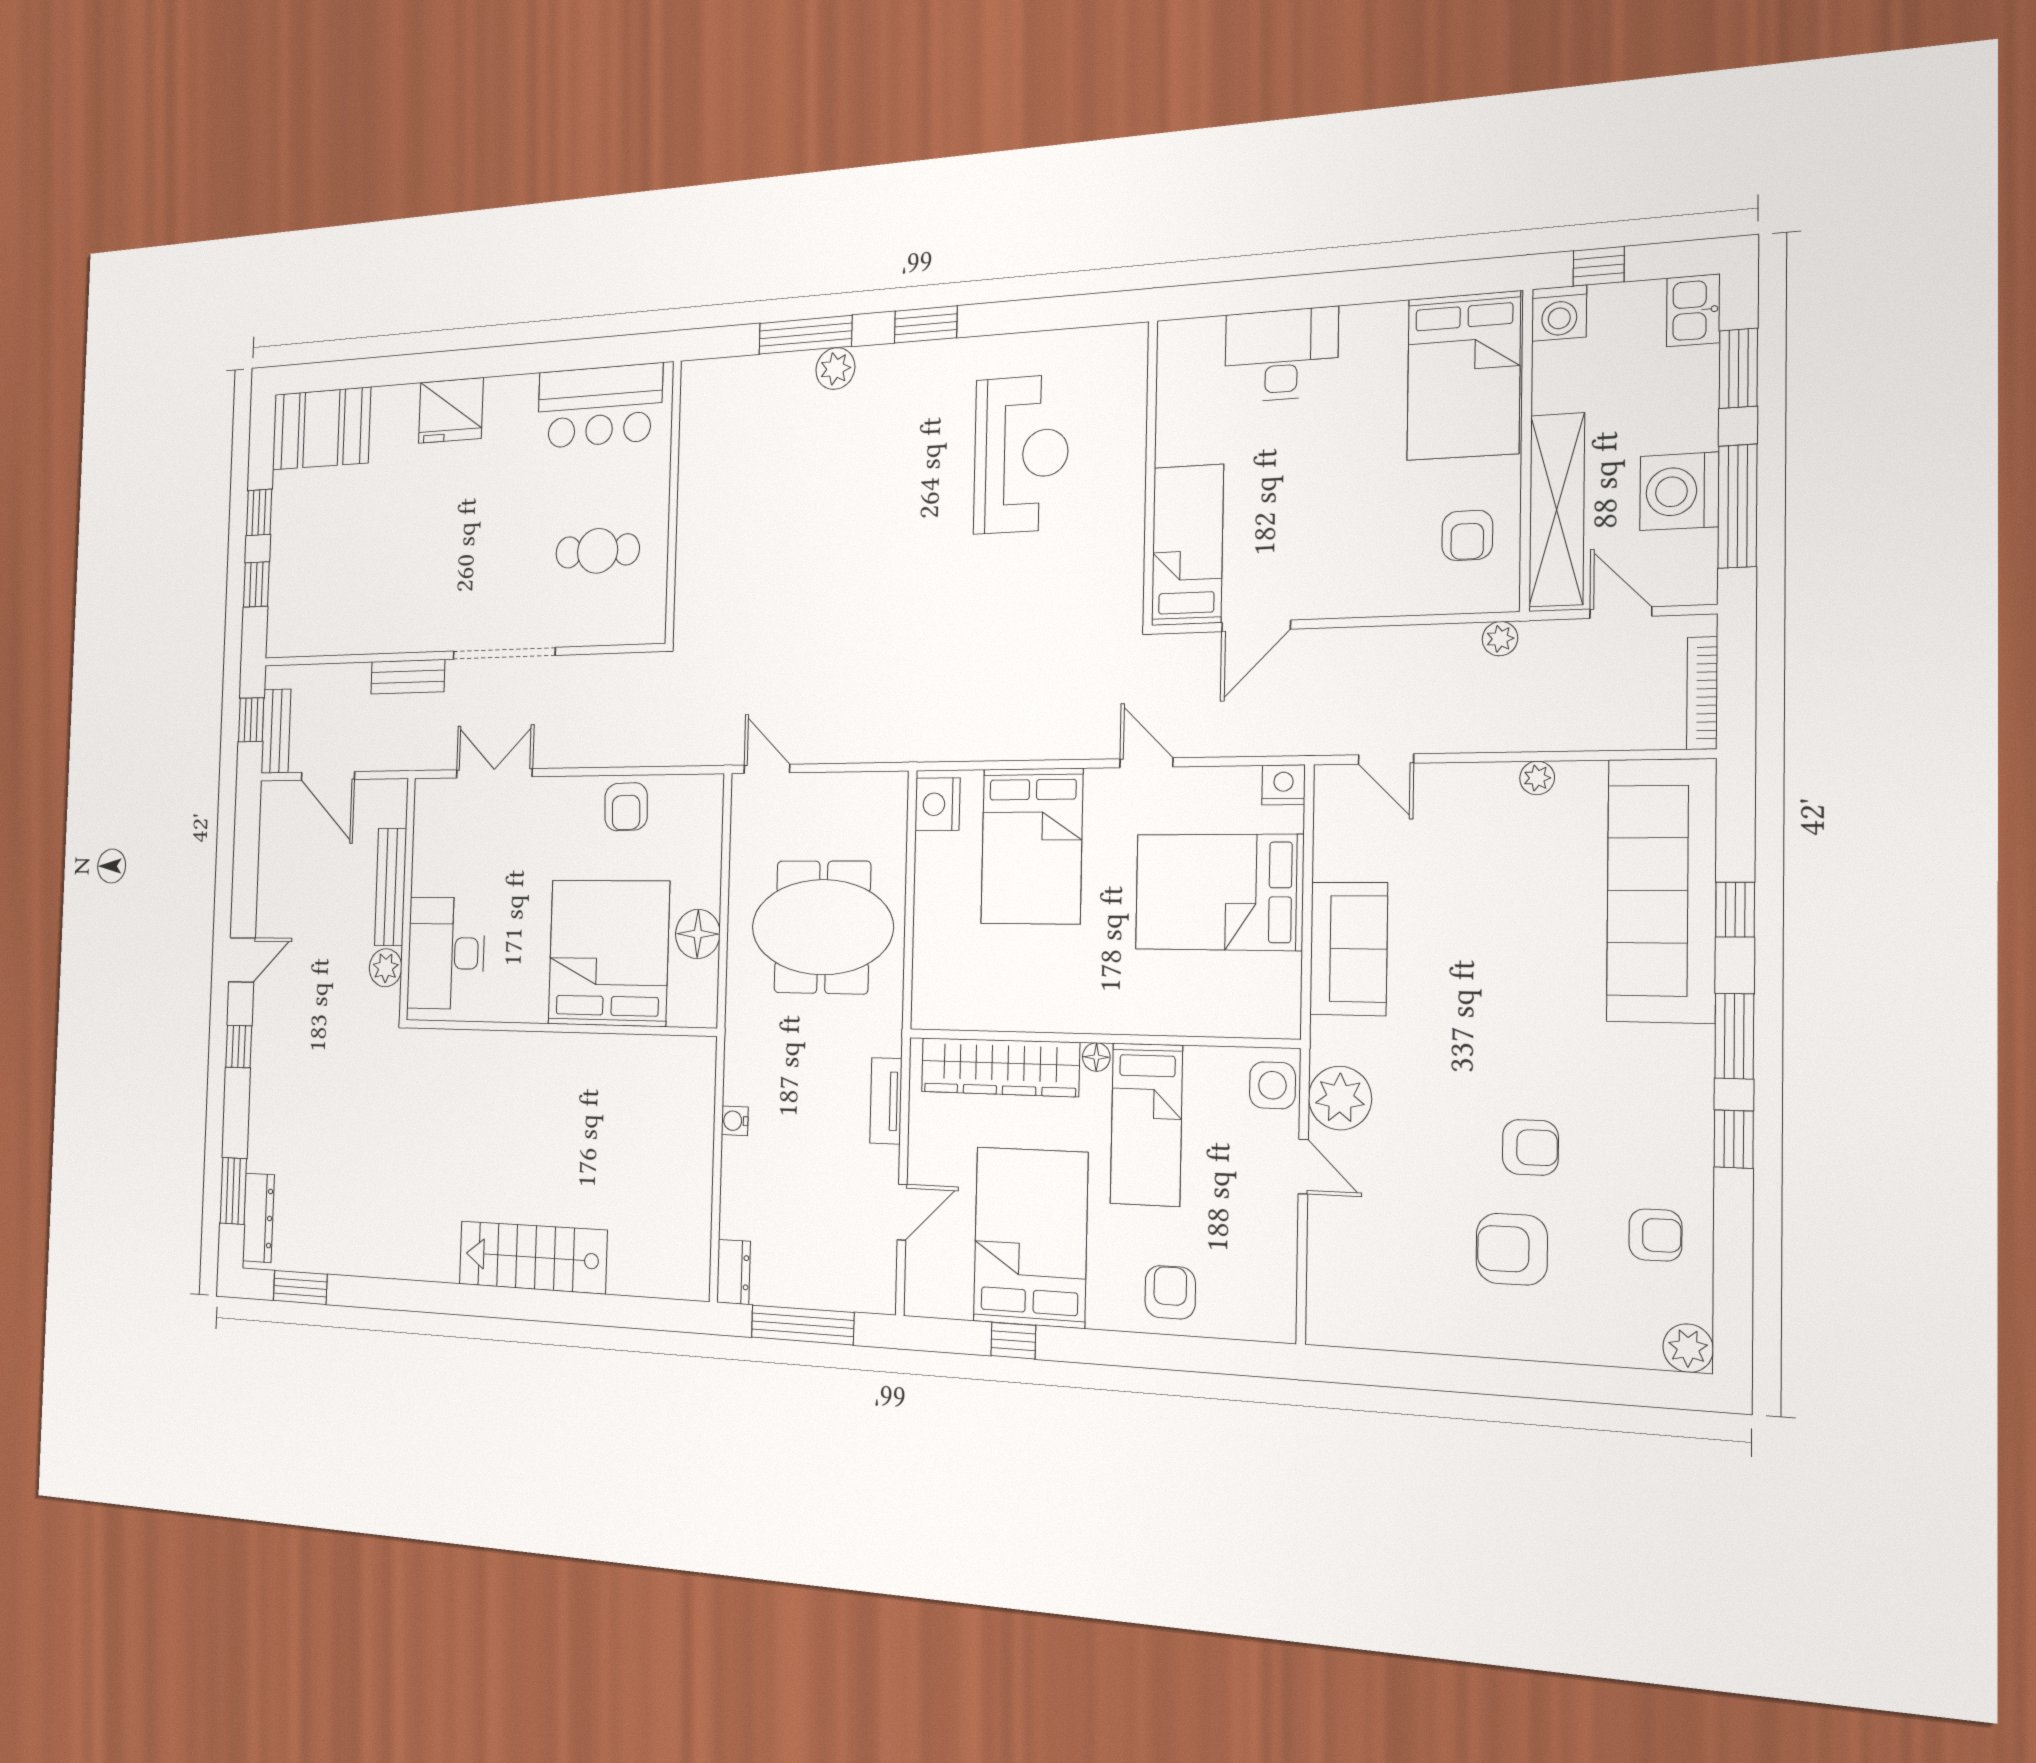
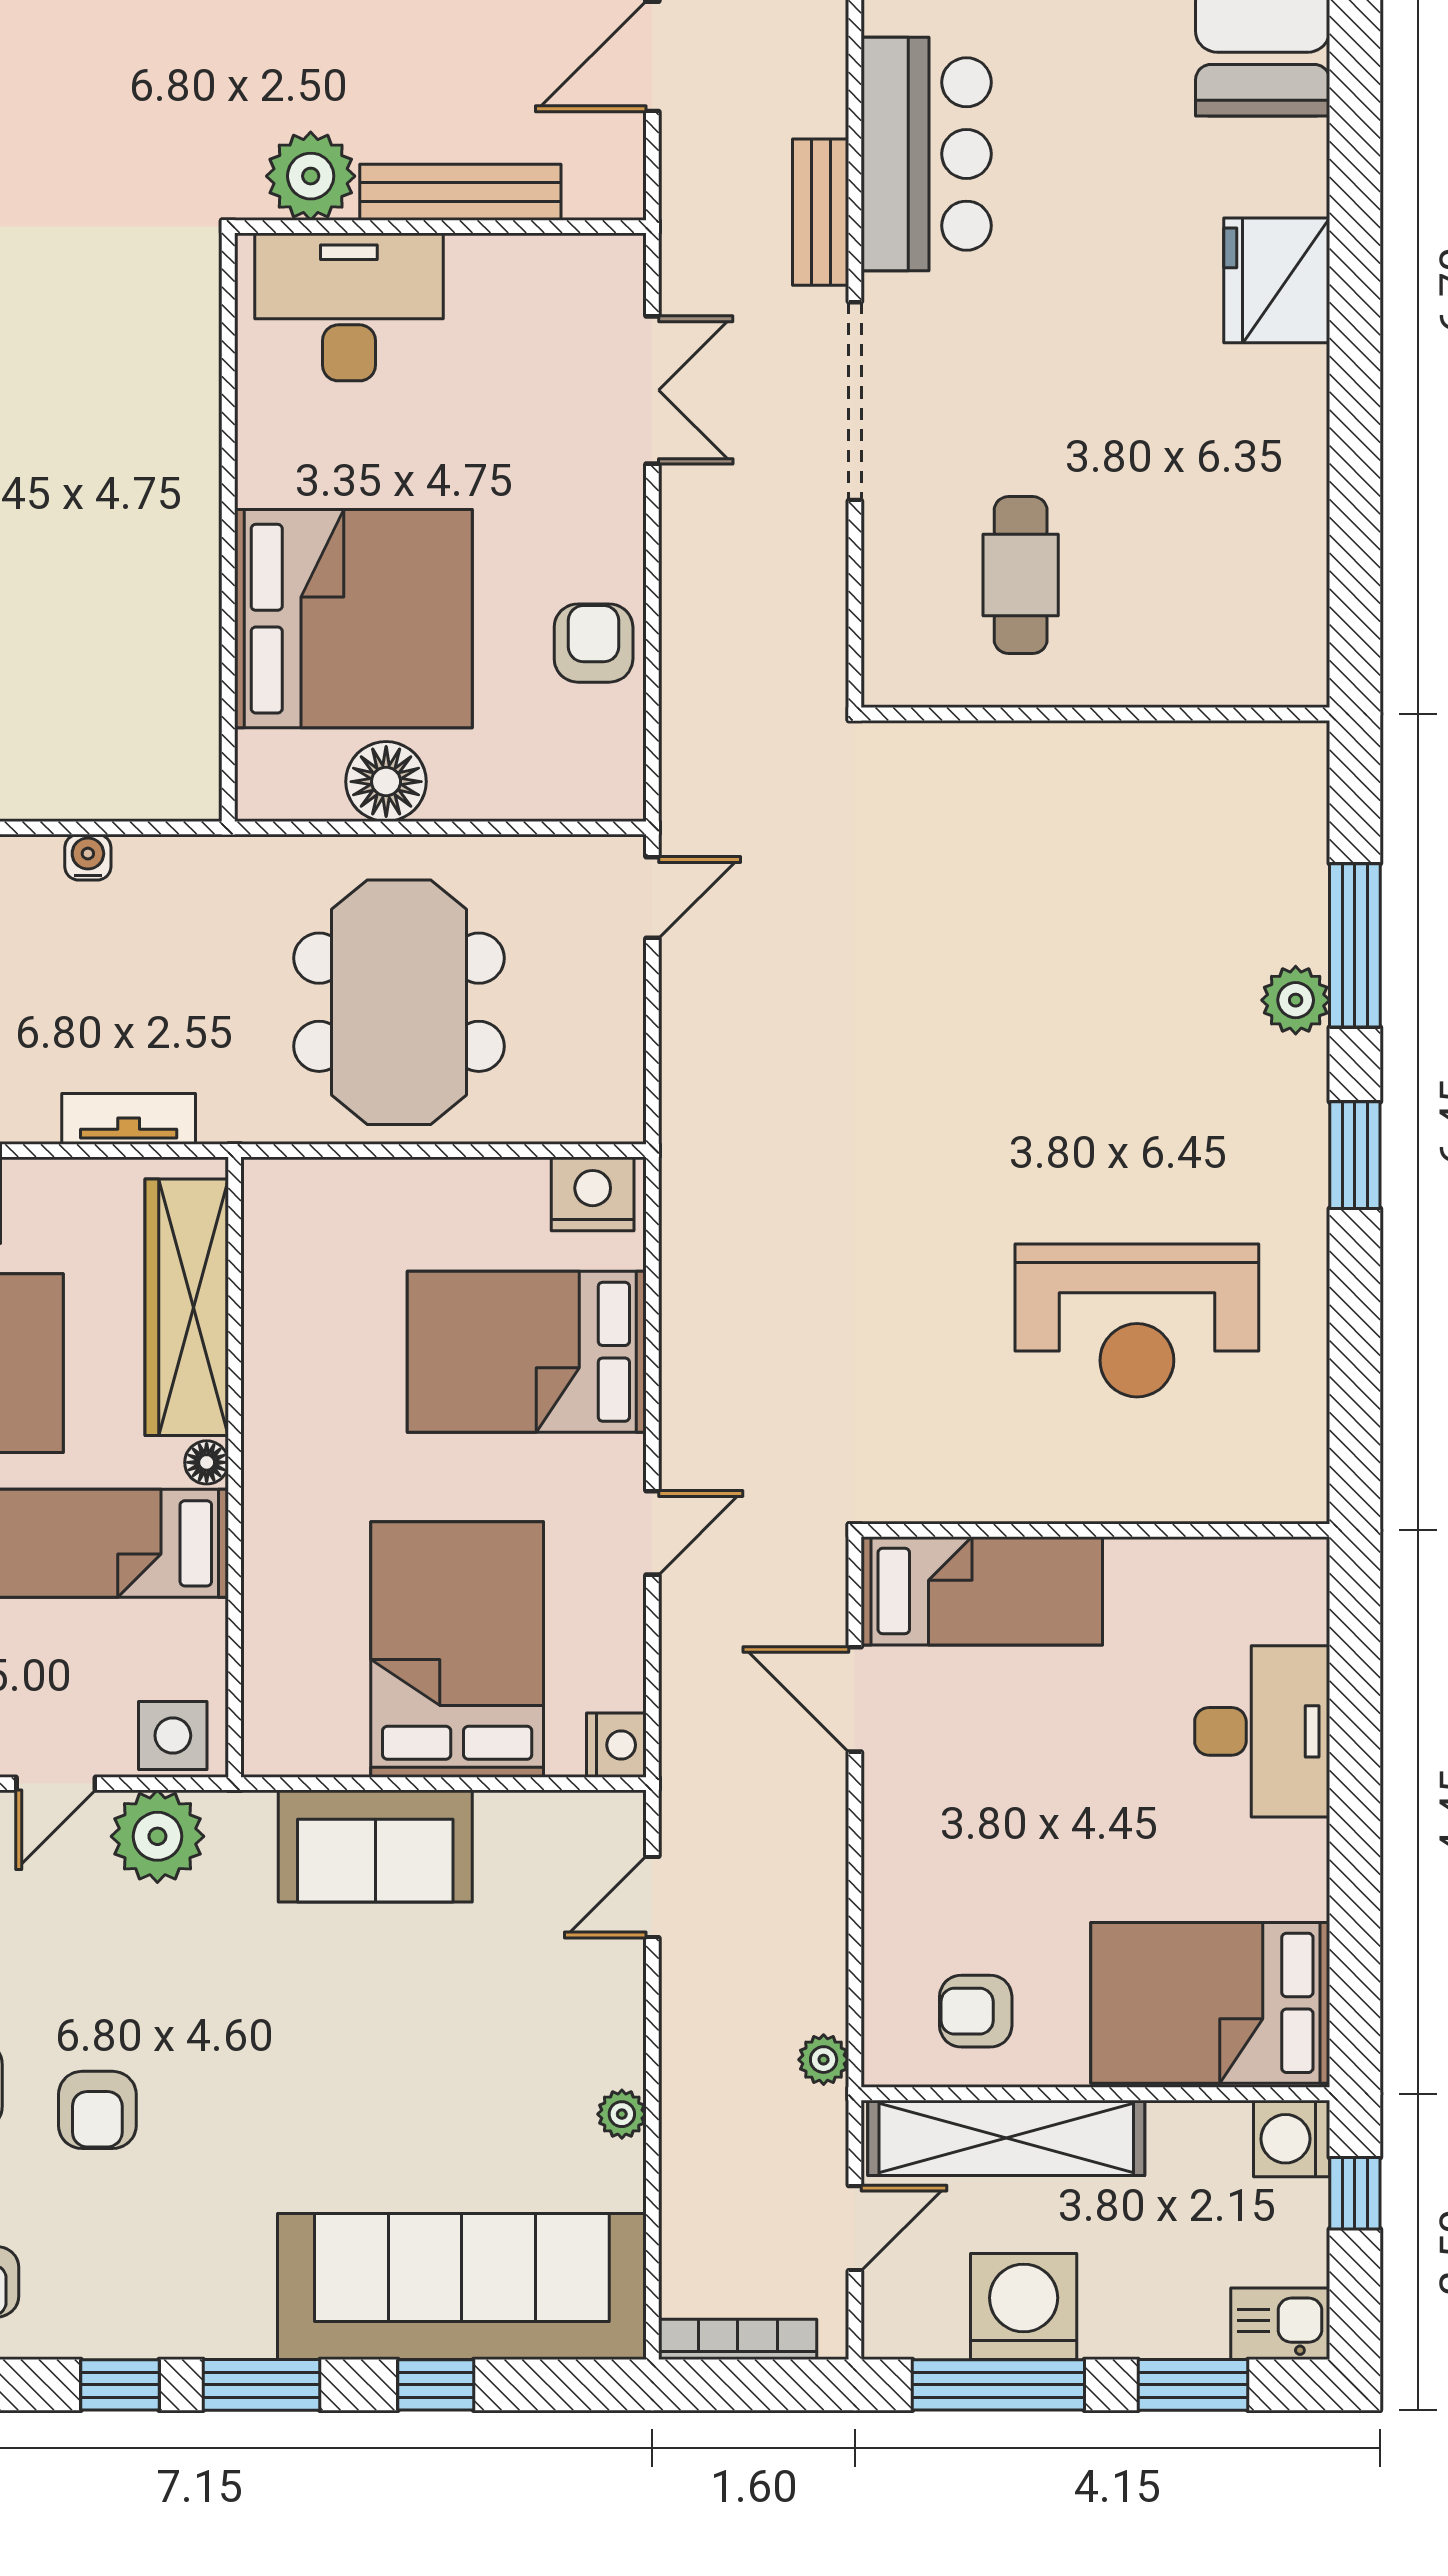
bar counter: (600, 406) -> (926, 154), moved, turned 180
armchair: (626, 807) -> (594, 643), turned 92
plant: (386, 968) -> (311, 176), width x1.36, depth x1.36

